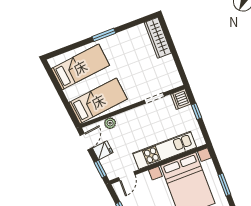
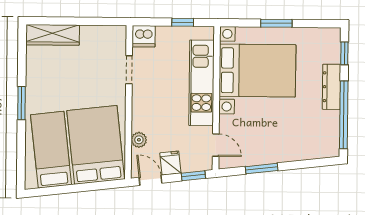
bed: (98, 101) -> (96, 145), width x1.50
window: (196, 111) -> (183, 22), moved

